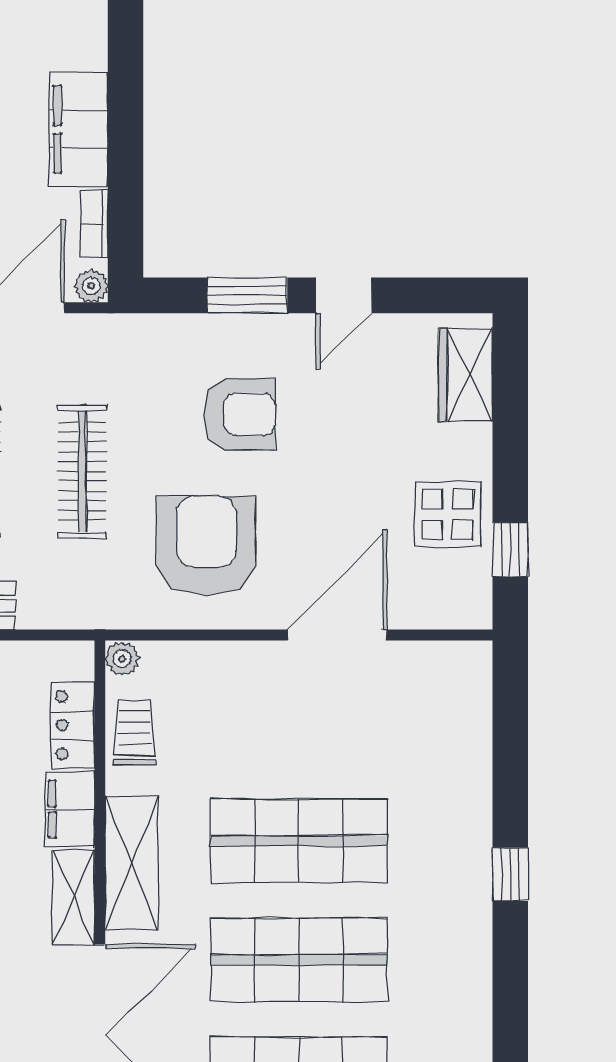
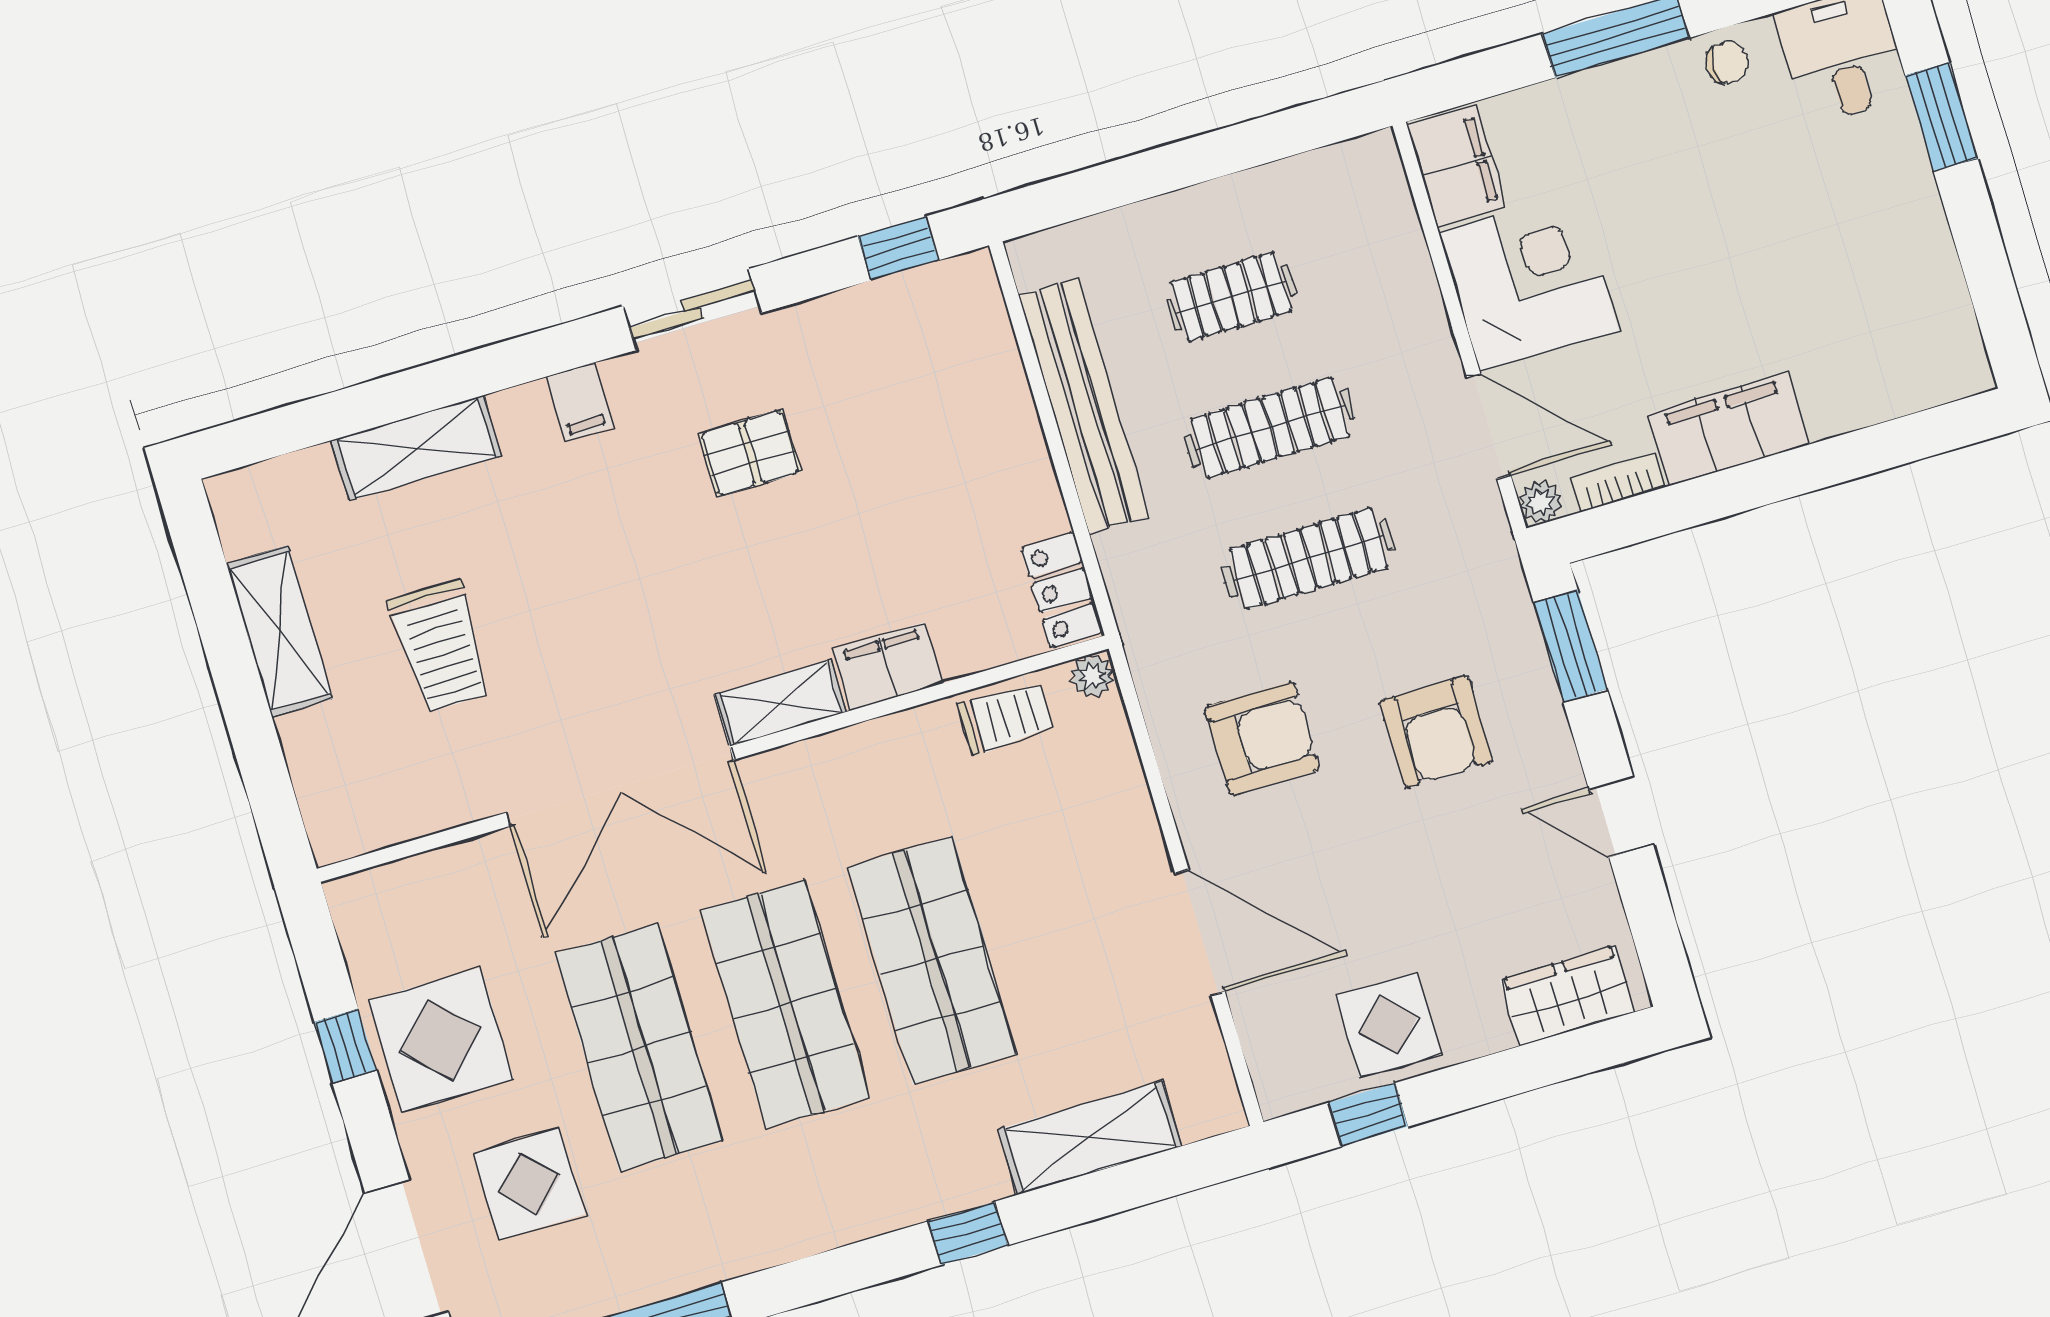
window: (247, 295) -> (1570, 646), moved
armchair: (206, 546) -> (1262, 739), width x0.73, depth x0.73
locker: (73, 725) -> (1062, 590), moved, turned -90
shelving: (132, 863) -> (1090, 1138), moved

